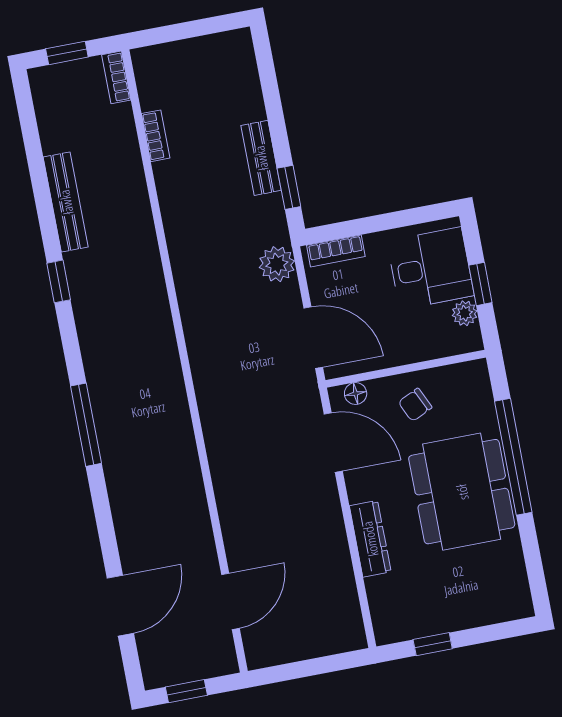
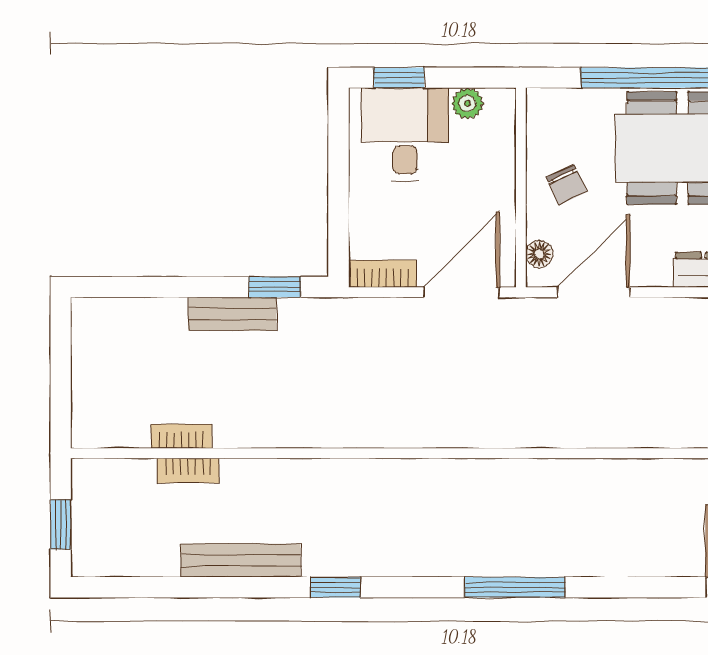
bookcase: (116, 77) -> (188, 470), moved
bookcase: (336, 251) -> (383, 274), moved, turned -90
plant: (277, 264) -> (365, 319), removed
window: (480, 284) -> (399, 78), moved

